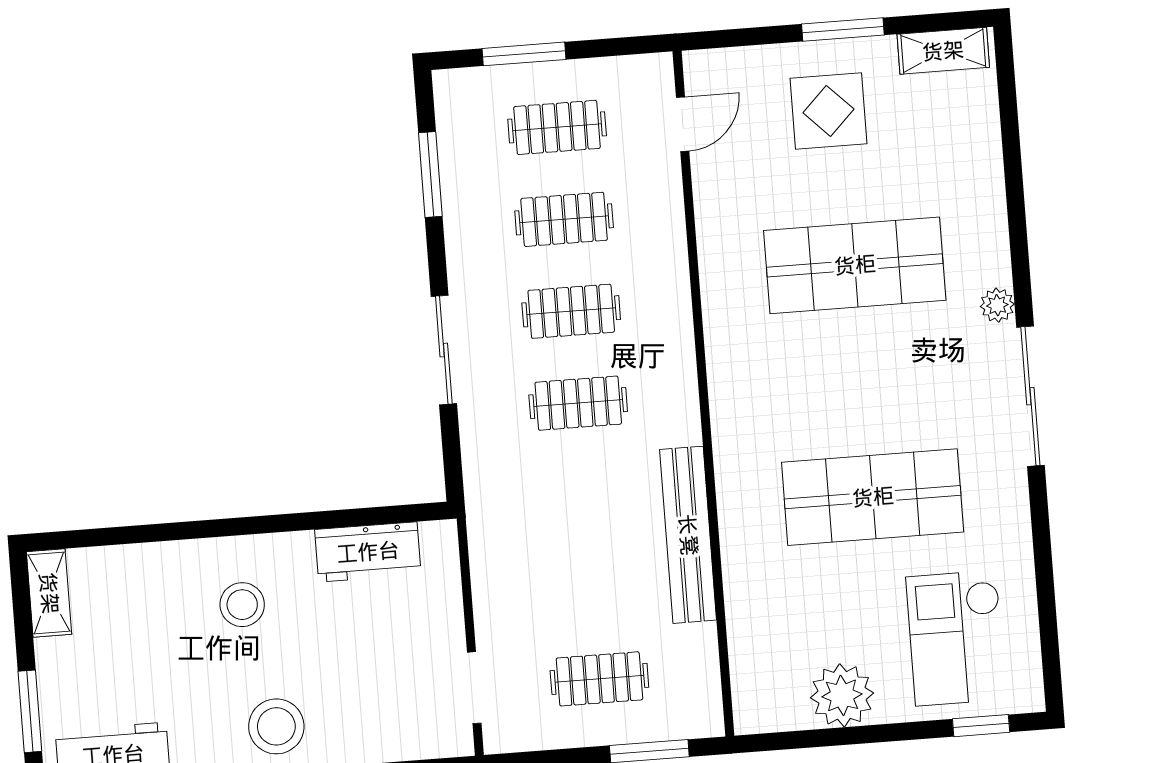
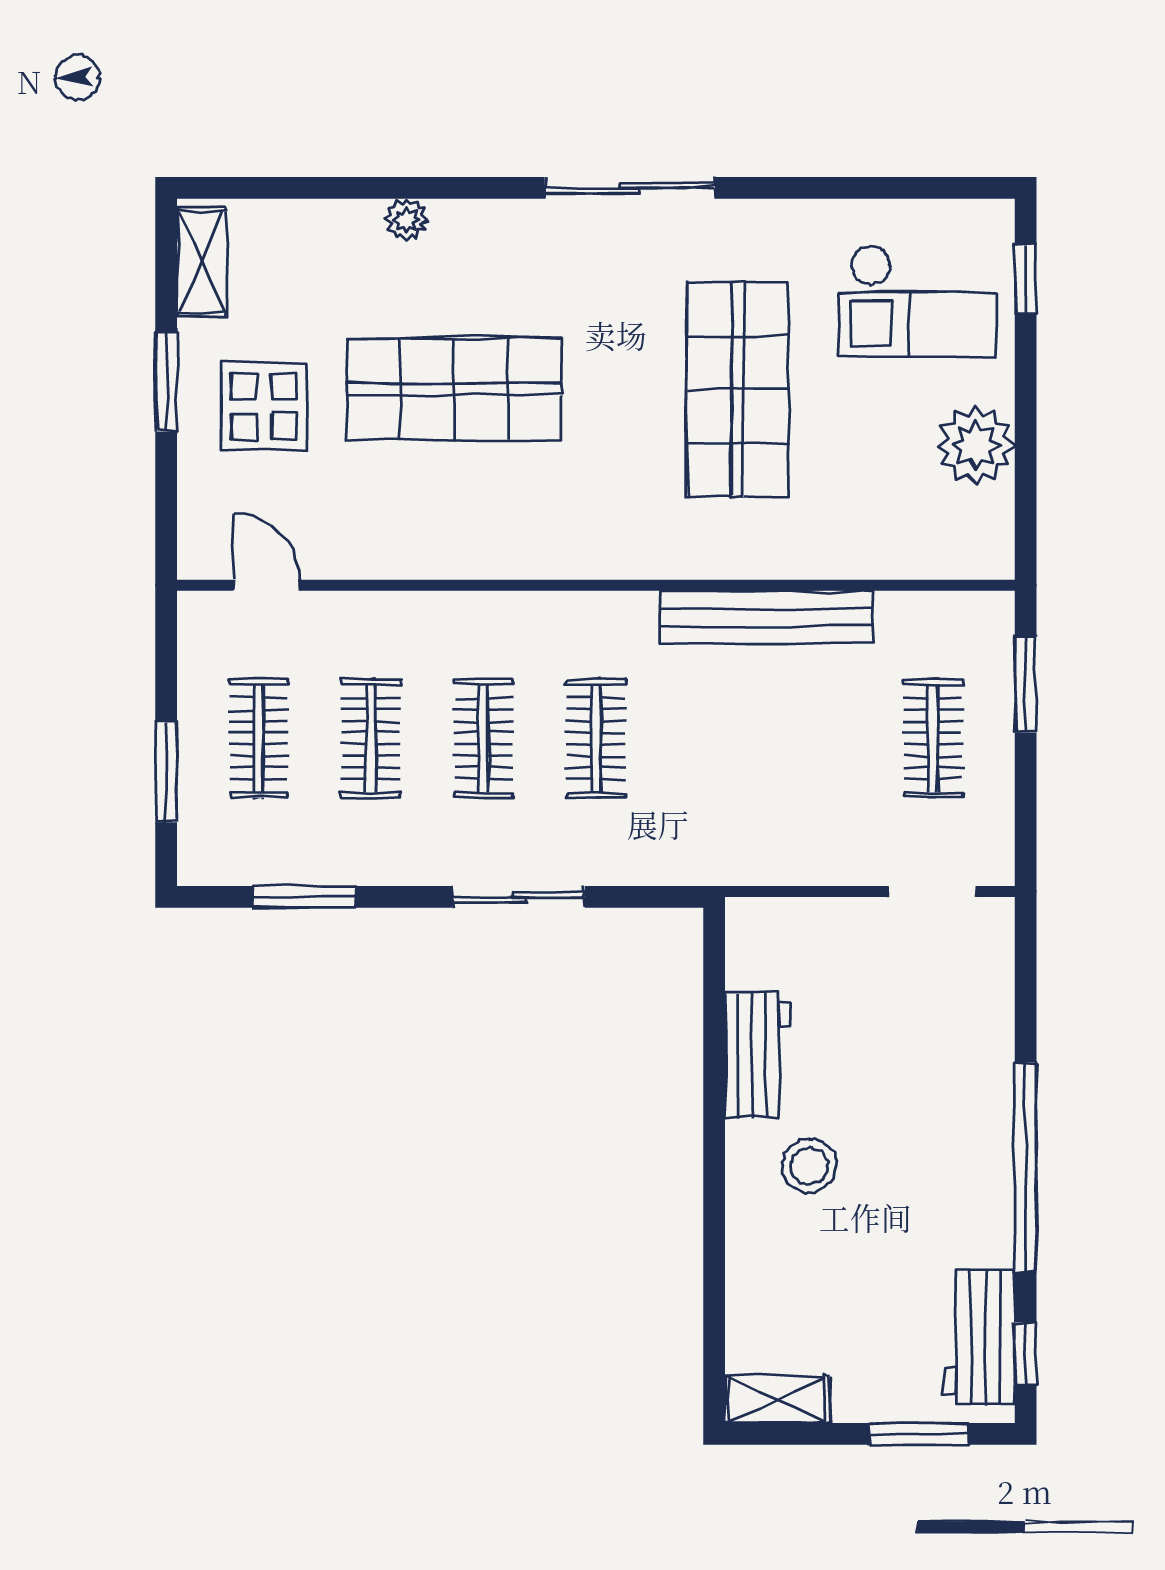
shop shelf: (855, 265) -> (454, 389), turned 90
plant: (997, 305) -> (406, 220), moved
workbench: (368, 552) -> (757, 1055), moved
stool: (276, 726) -> (961, 1136), removed

